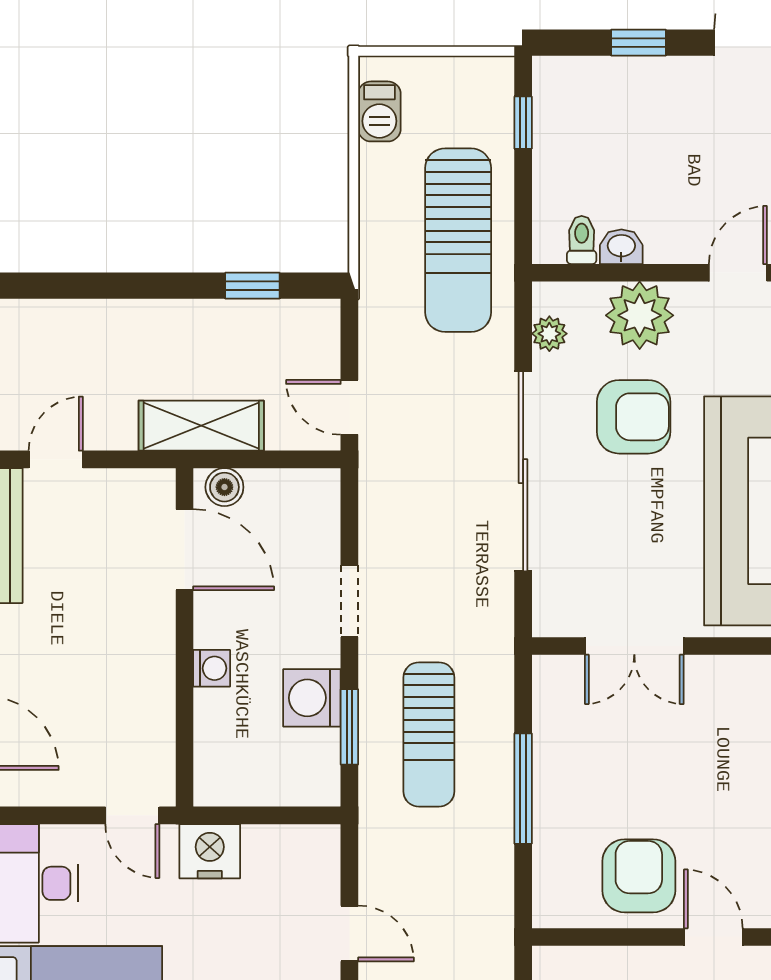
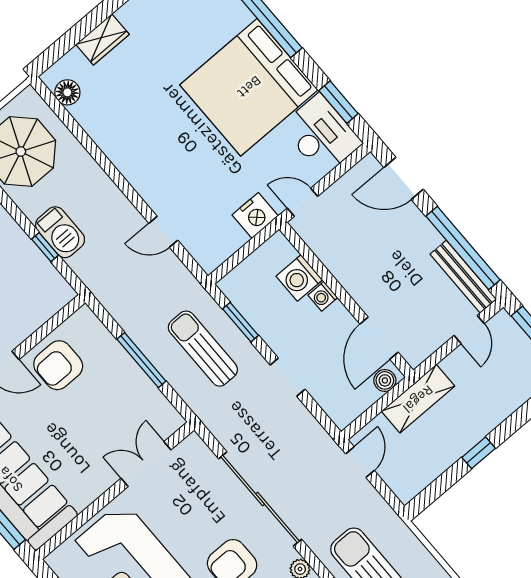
window: (252, 286) -> (479, 453), moved
door: (349, 407) -> (360, 462), hinge flipped
door: (184, 550) -> (379, 338), hinge flipped
washing machine: (312, 698) -> (299, 278), moved, turned 180
armchair: (639, 876) -> (58, 365), turned 90

